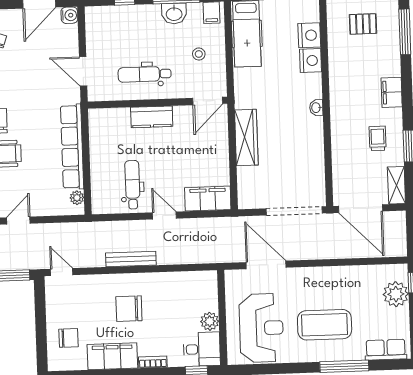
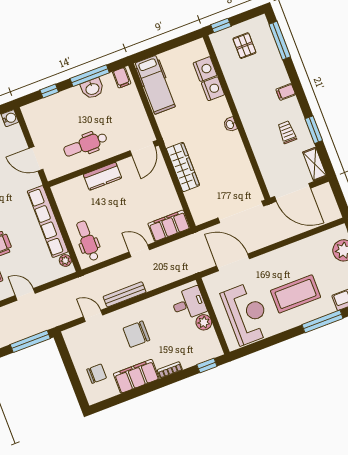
pallet: (363, 24) -> (244, 46), turned 90
stool: (199, 54) -> (123, 114), removed
filing cabinet: (392, 92) -> (286, 92), width x0.50
dental chair: (132, 185) -> (88, 241), moved
door: (18, 221) -> (25, 294), hinge flipped
door: (62, 272) -> (93, 316), moved
desk: (202, 349) -> (189, 303), moved

